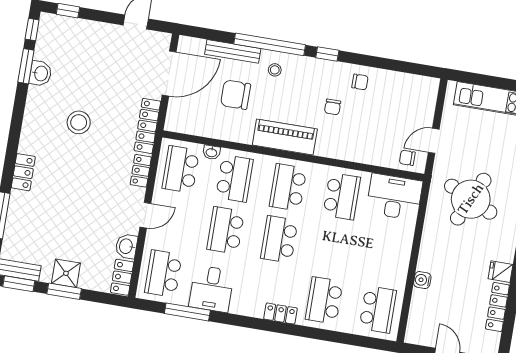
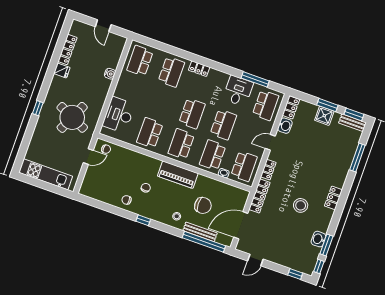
window: (270, 44) -> (204, 242), moved
locker: (23, 172) -> (333, 198), moved
school desk: (288, 187) -> (181, 144), turned 180
desk: (394, 197) -> (119, 115), moved, turned 90

